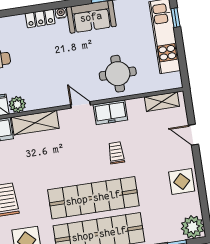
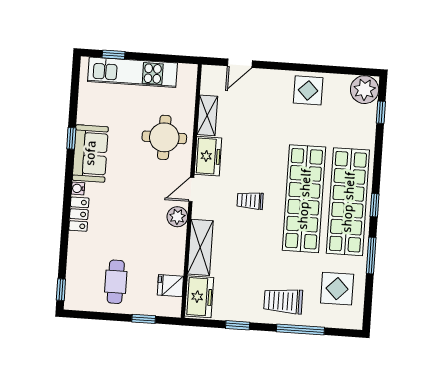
shelving: (162, 102) -> (207, 115), moved
plant: (17, 104) -> (177, 217), moved
door: (193, 135) -> (240, 63), moved
trolley: (116, 153) -> (250, 201), moved

